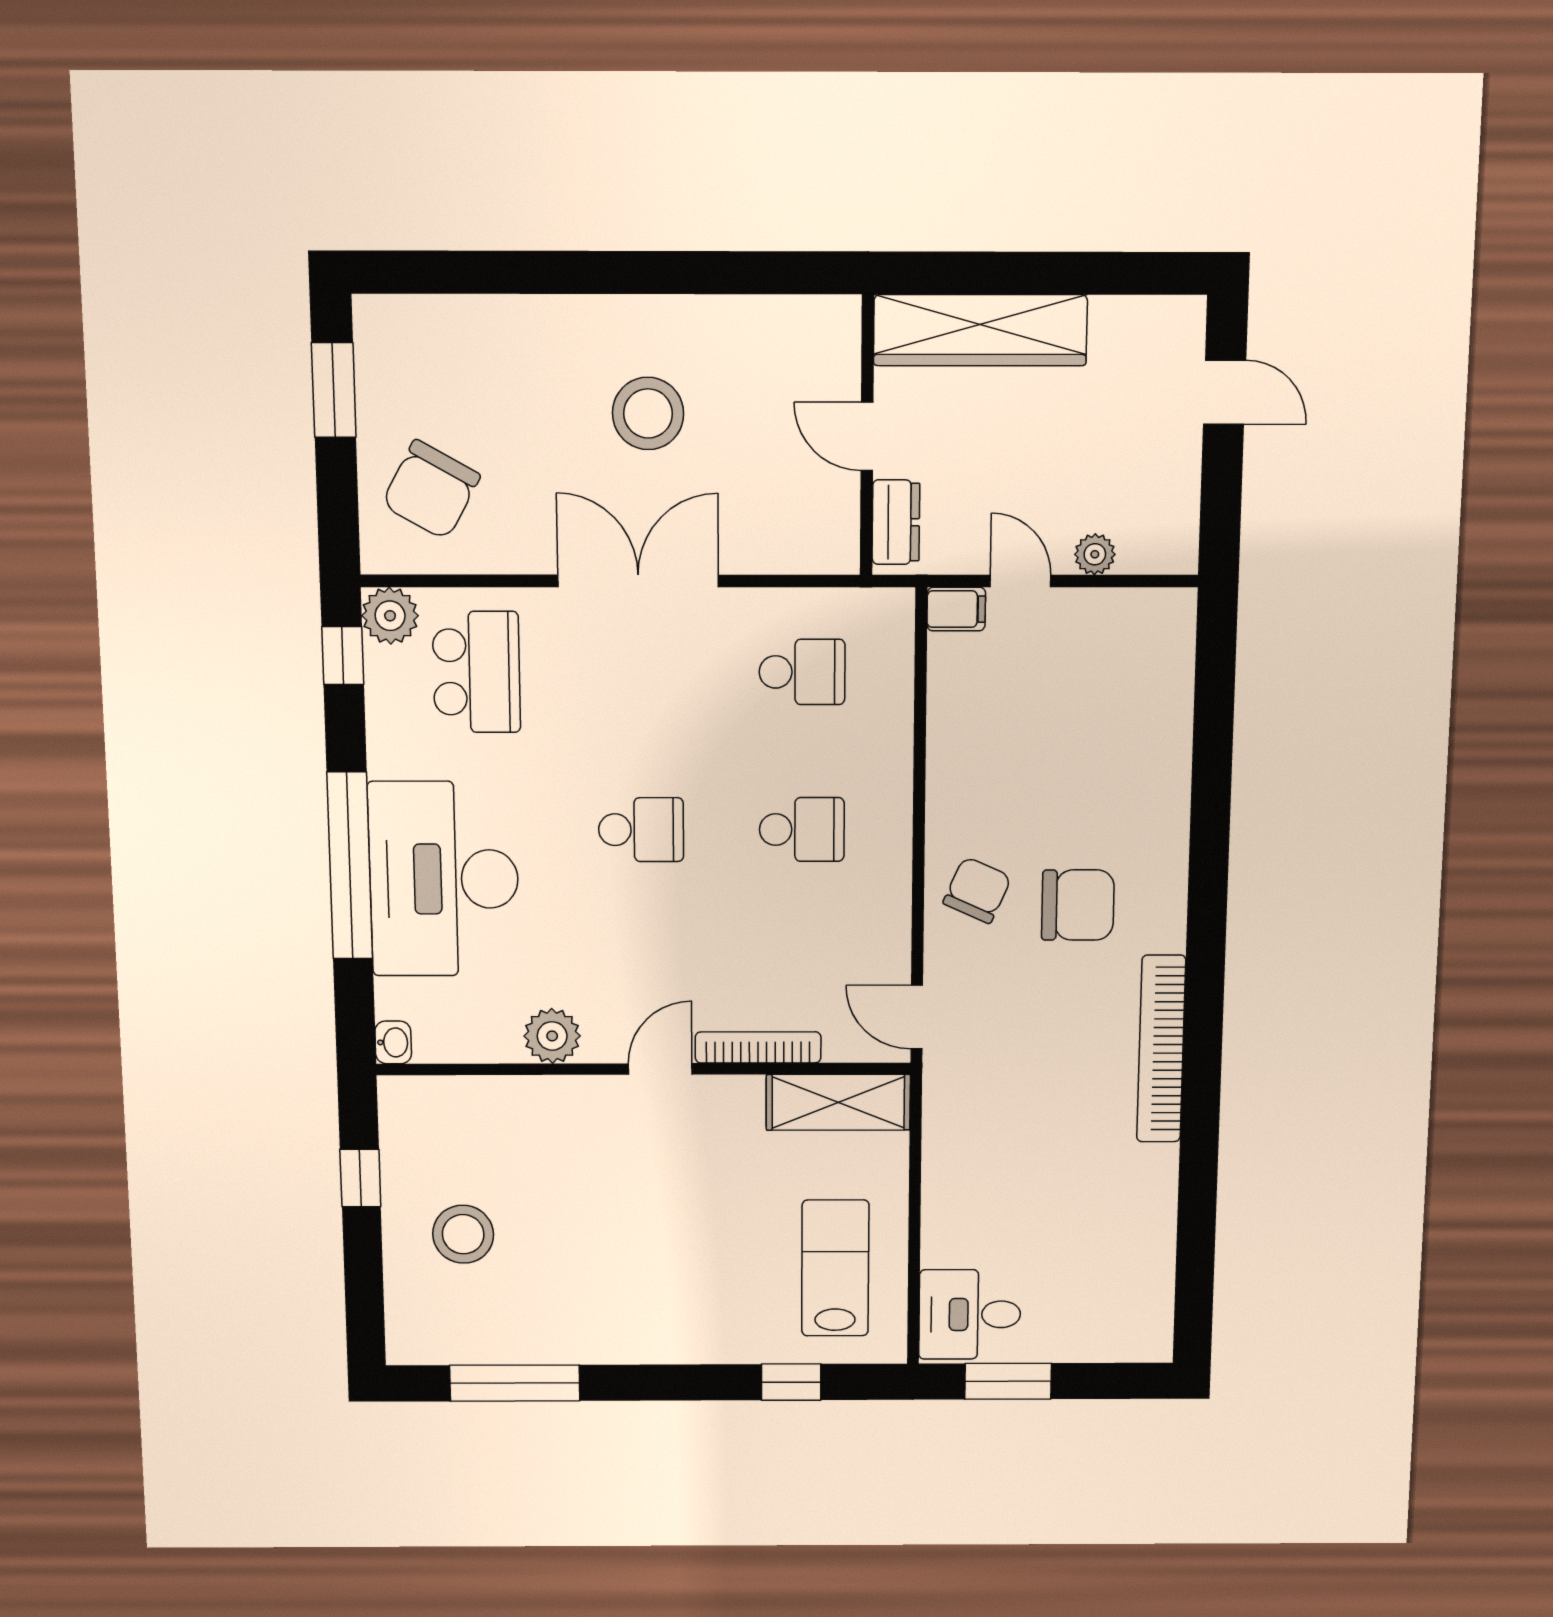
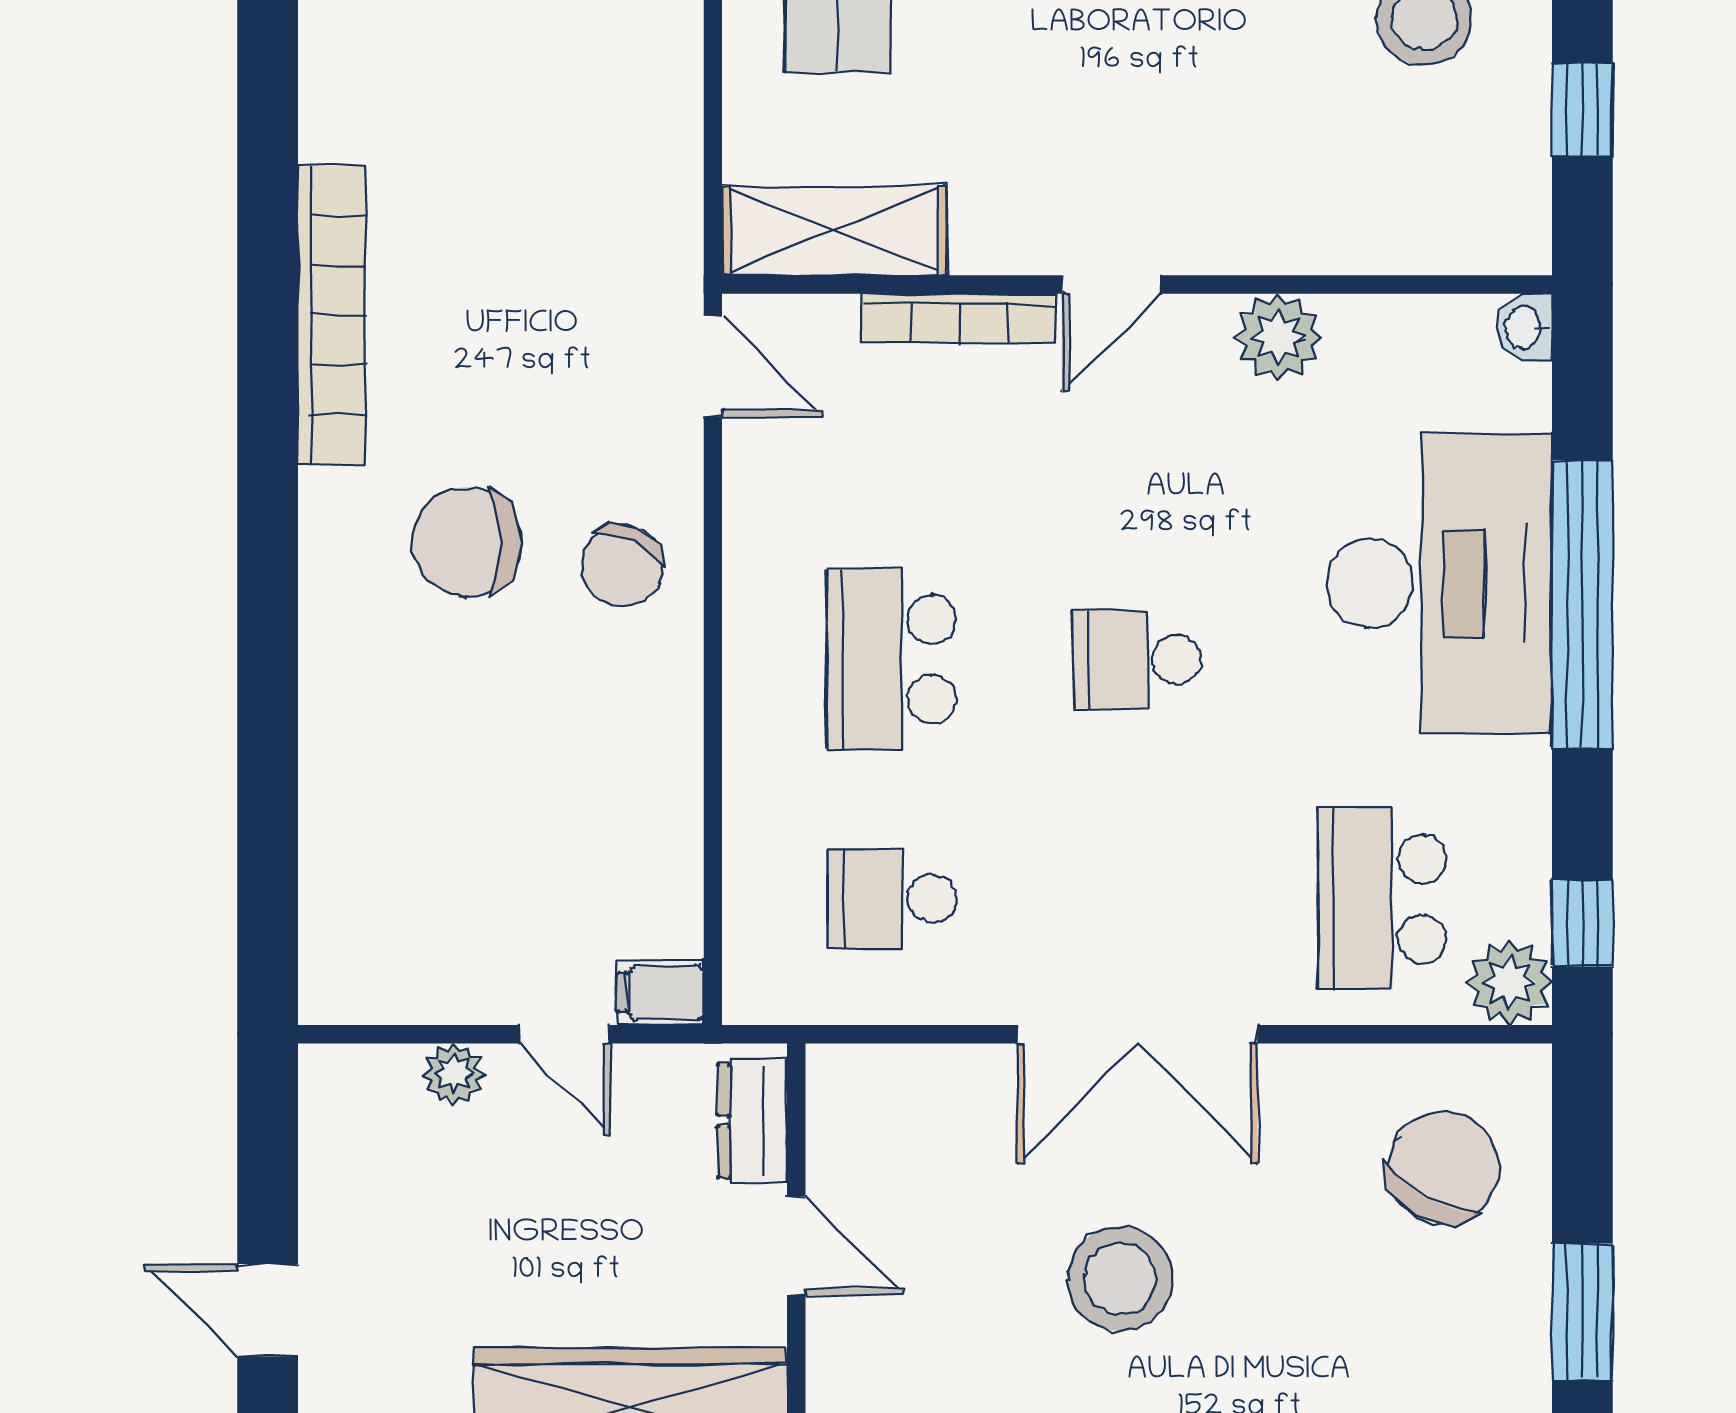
school desk: (802, 829) -> (892, 659), width x1.85

